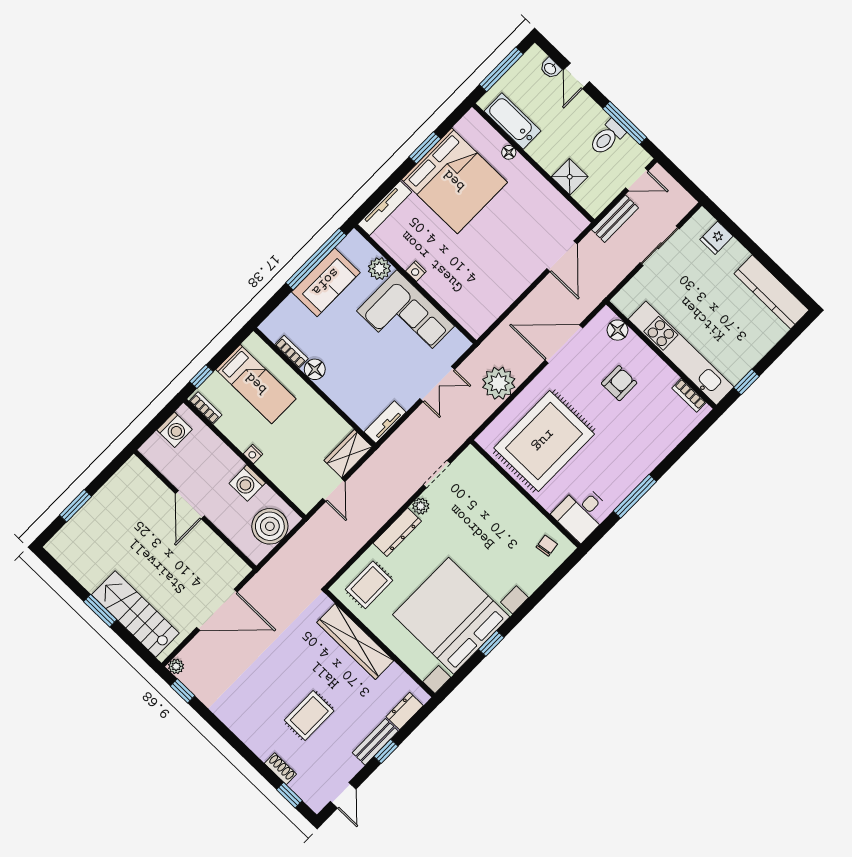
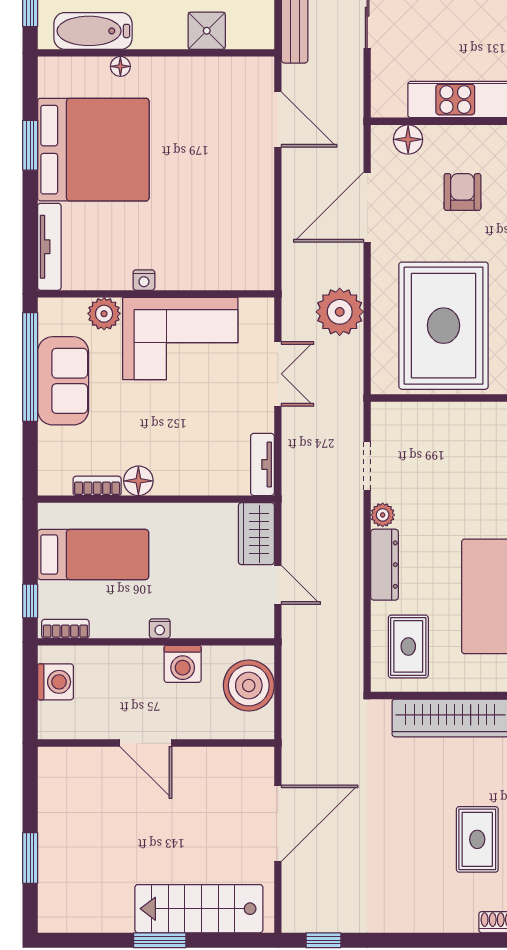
plant: (176, 666) -> (293, 922), removed

